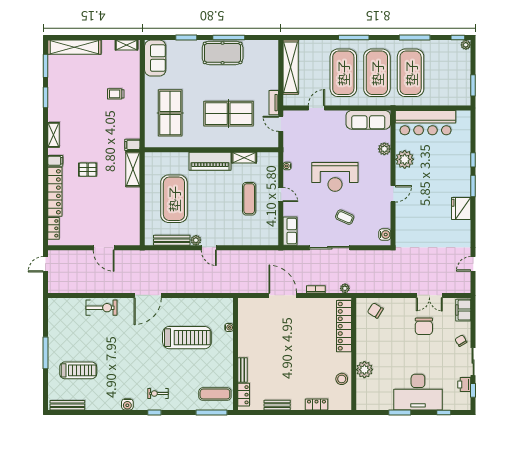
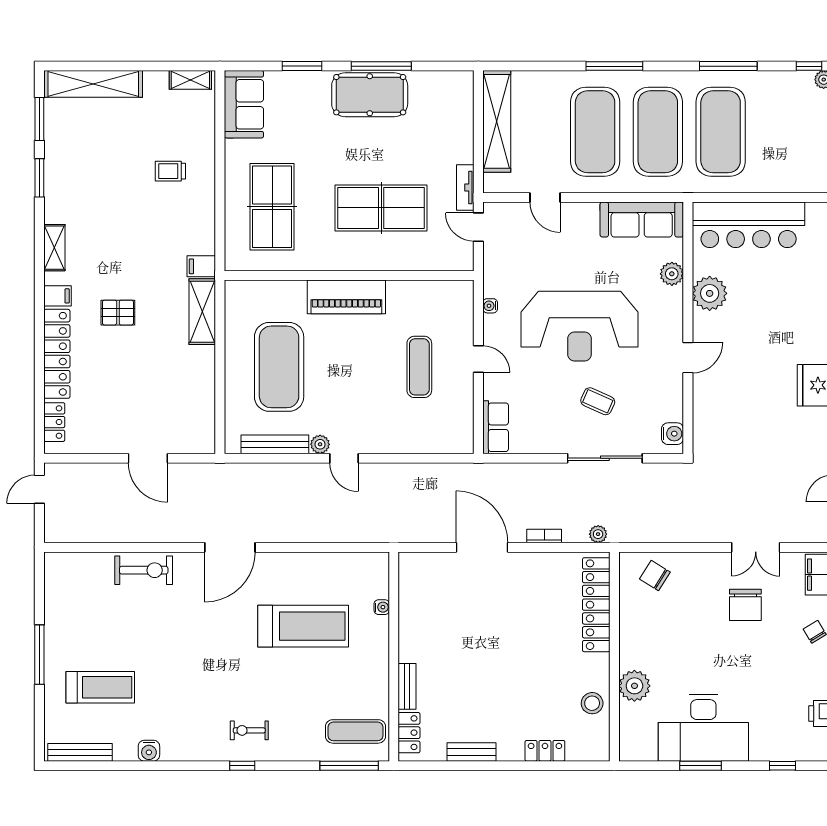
door: (316, 108) -> (545, 197), swing flipped
shelving: (244, 158) -> (410, 290), removed
reception desk: (335, 177) -> (579, 326), width x1.36, depth x1.30
sliding door: (330, 248) -> (605, 458), moved
desk: (418, 392) -> (703, 728), moved
water cooler: (127, 404) -> (149, 751), moved

